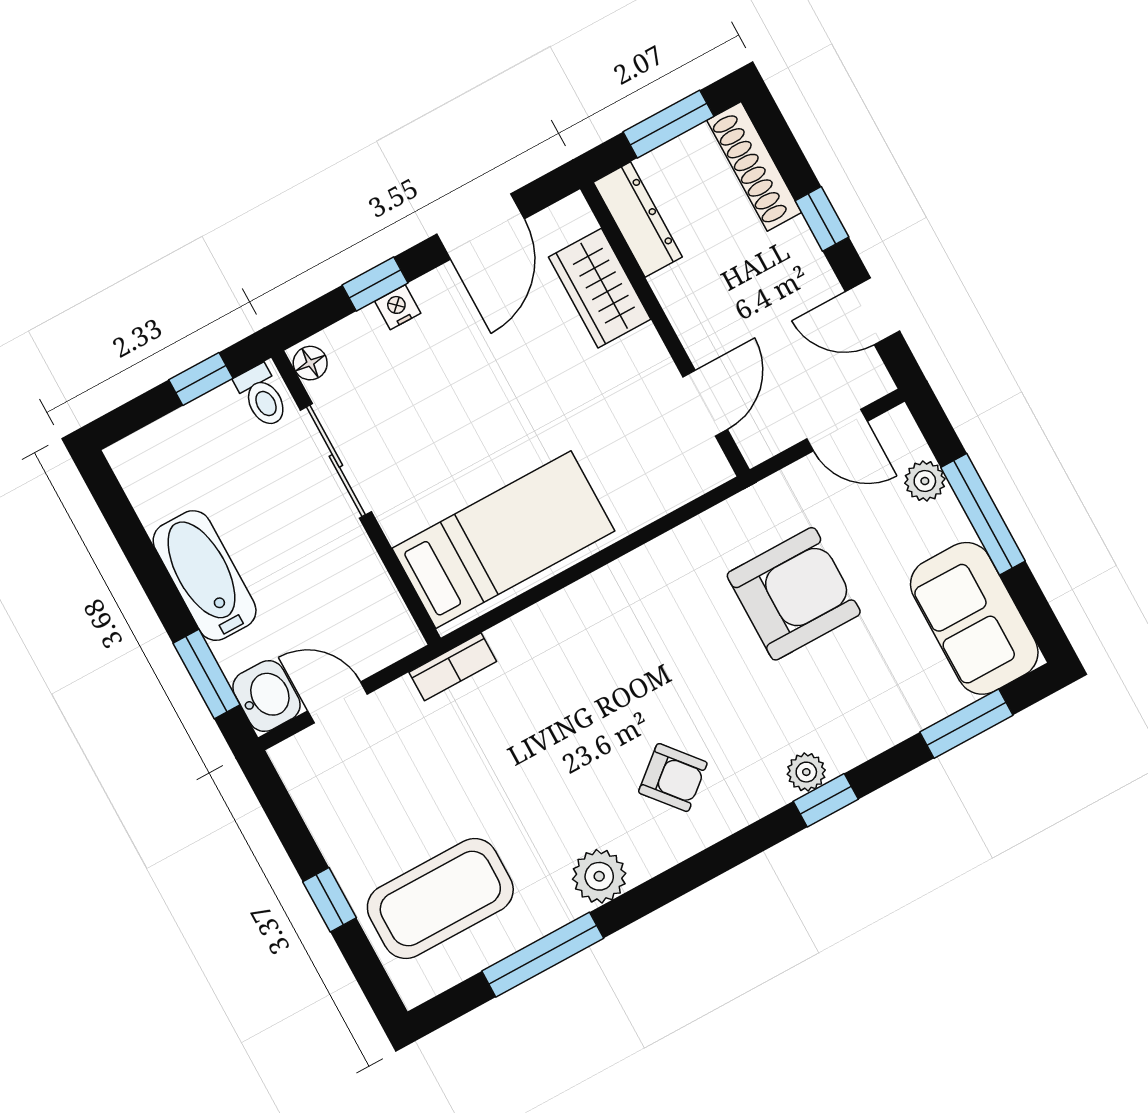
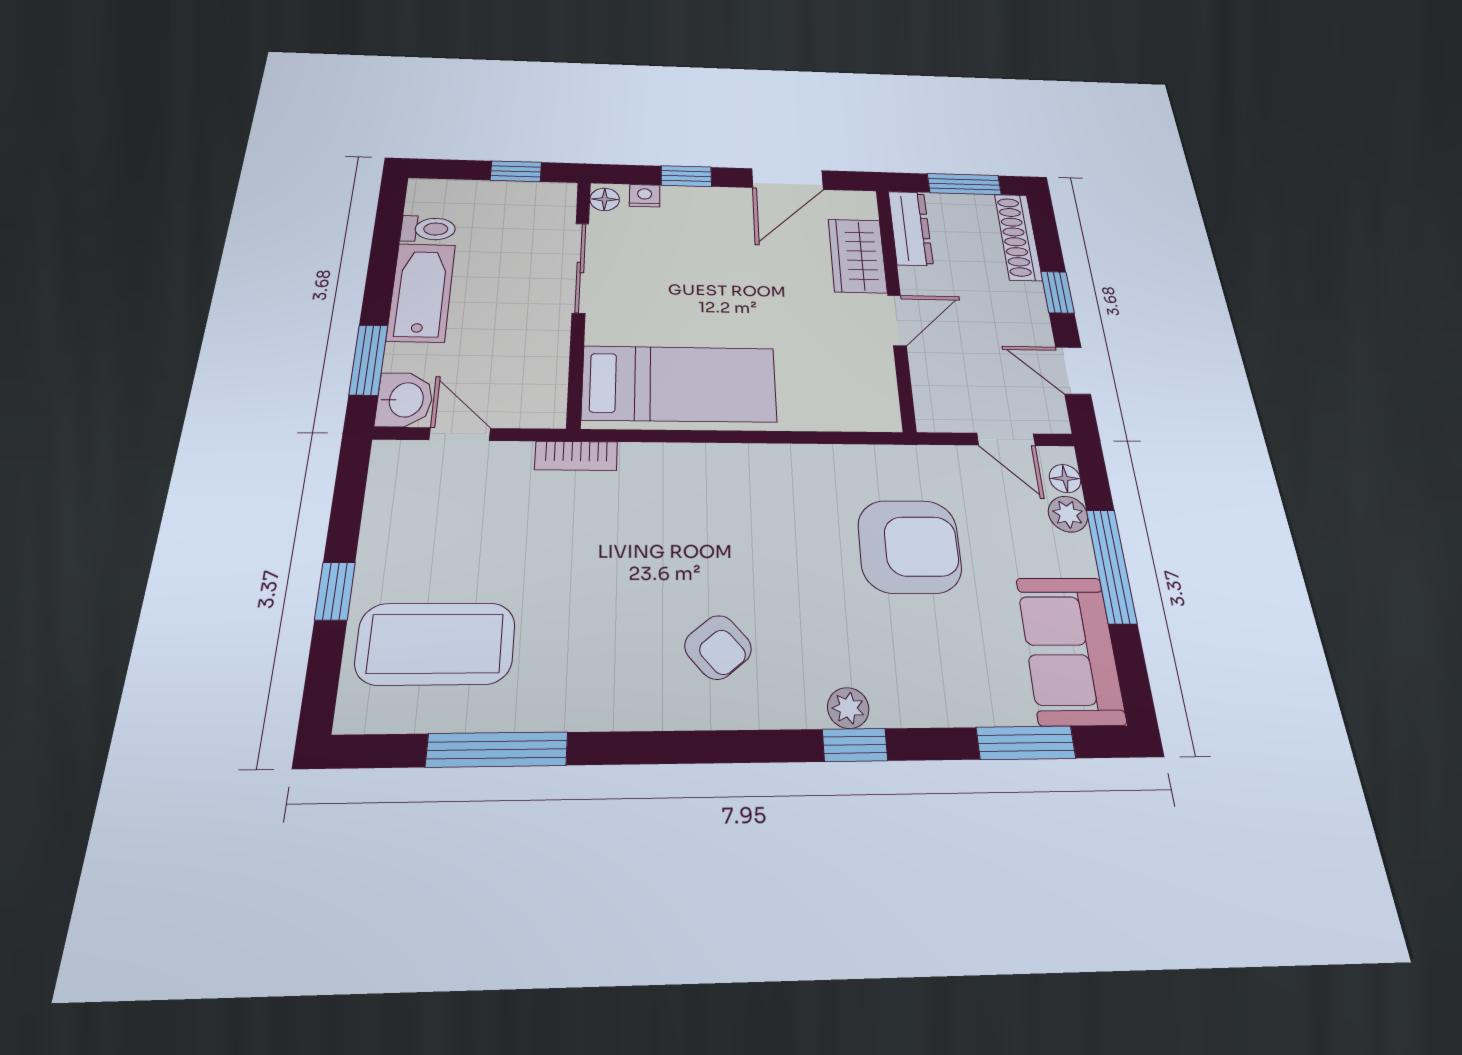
nightstand: (398, 307) -> (645, 196), moved
toilet: (262, 396) -> (428, 229), moved, turned -90
door: (705, 403) -> (897, 320), moved
floor lamp: (909, 443) -> (1065, 479), added
plant: (599, 876) -> (597, 702), removed

